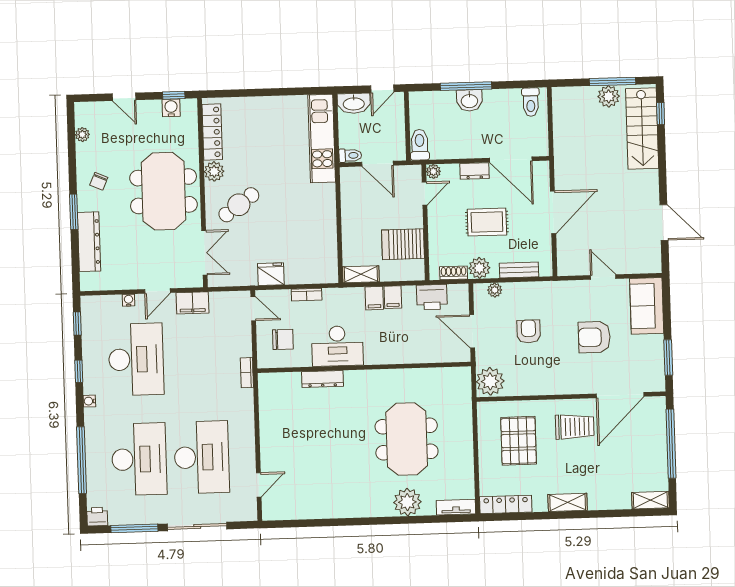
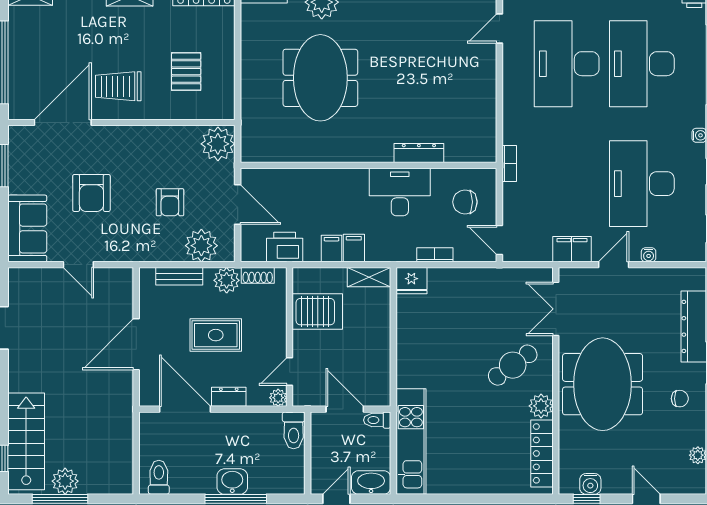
chair: (99, 181) -> (680, 399), turned 66
fridge: (271, 274) -> (411, 281), moved
plant: (495, 290) -> (201, 246), width x1.88, depth x1.88
armchair: (594, 337) -> (91, 193), turned 90
pallet: (519, 441) -> (186, 72), width x0.67, depth x0.71

